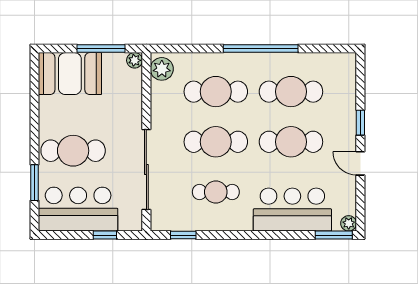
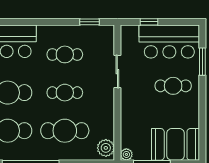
cafe table: (216, 142) -> (65, 93), width x0.73, depth x0.74
cafe table: (73, 151) -> (173, 86), width x0.73, depth x0.74
sliding door: (146, 170) -> (117, 72), width x0.54

